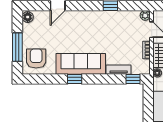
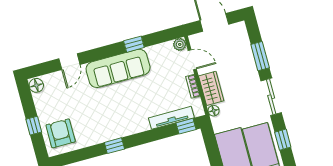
window: (17, 47) -> (34, 126), width x0.46
sofa: (81, 64) -> (118, 68), moved, turned 180
tv unit: (119, 70) -> (171, 118), width x1.41

